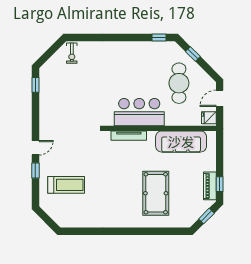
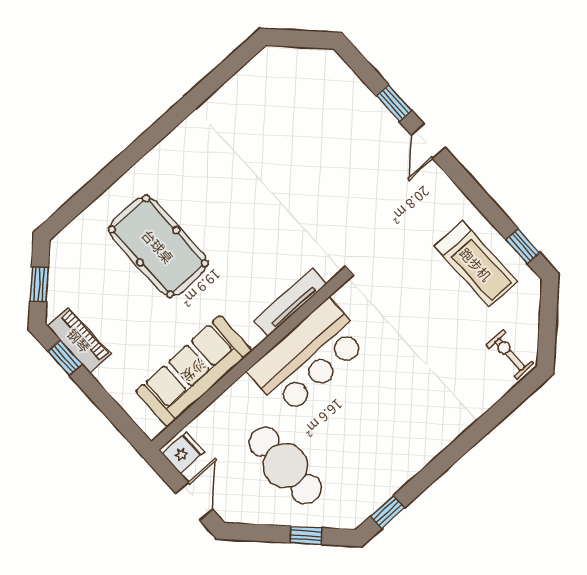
treadmill: (66, 185) -> (476, 264), moved, turned -90

